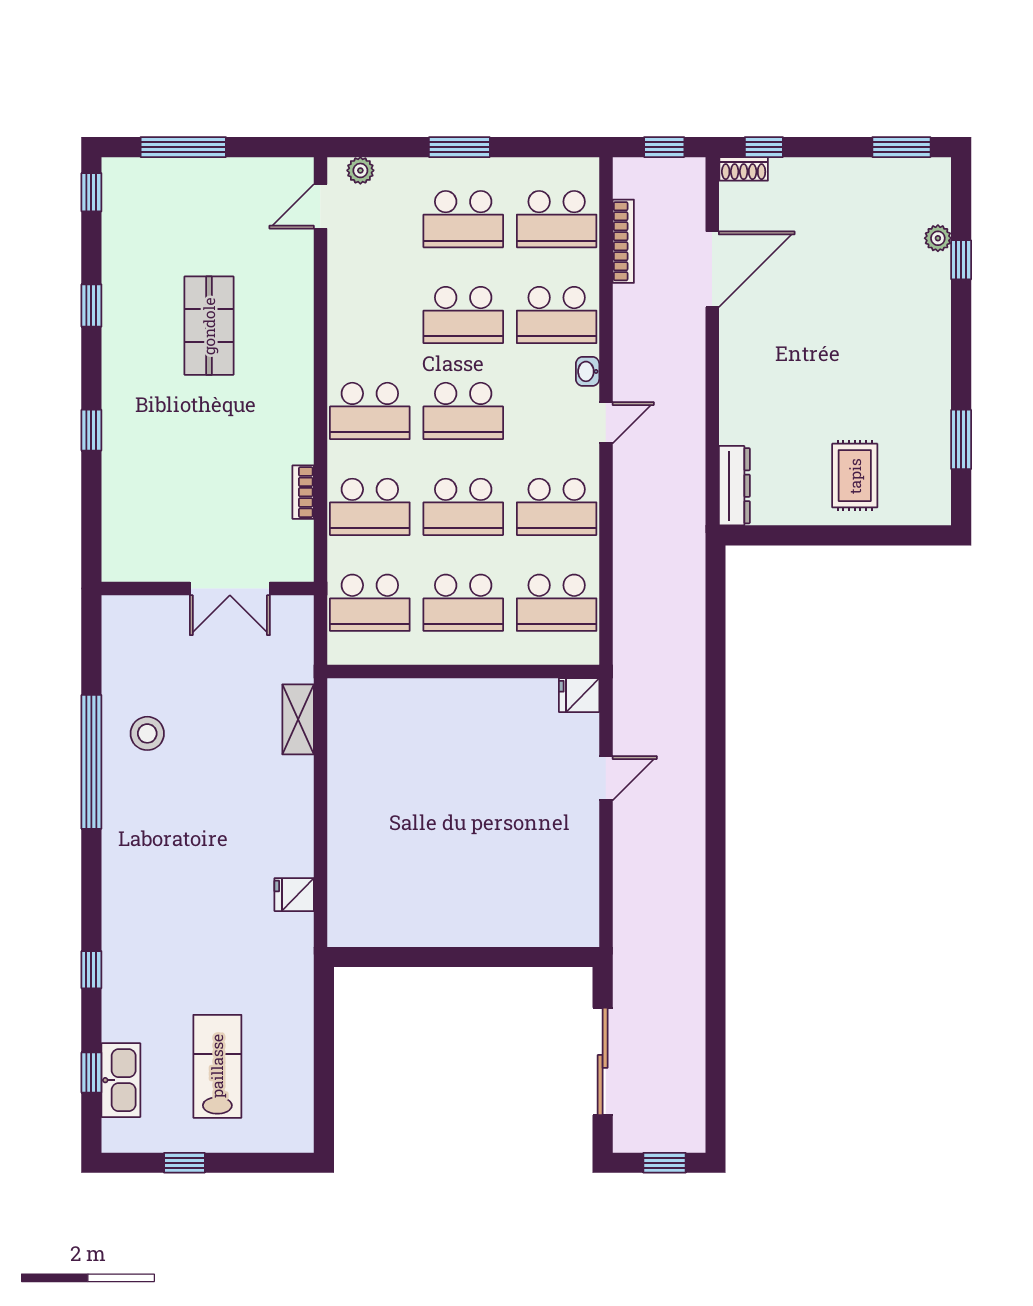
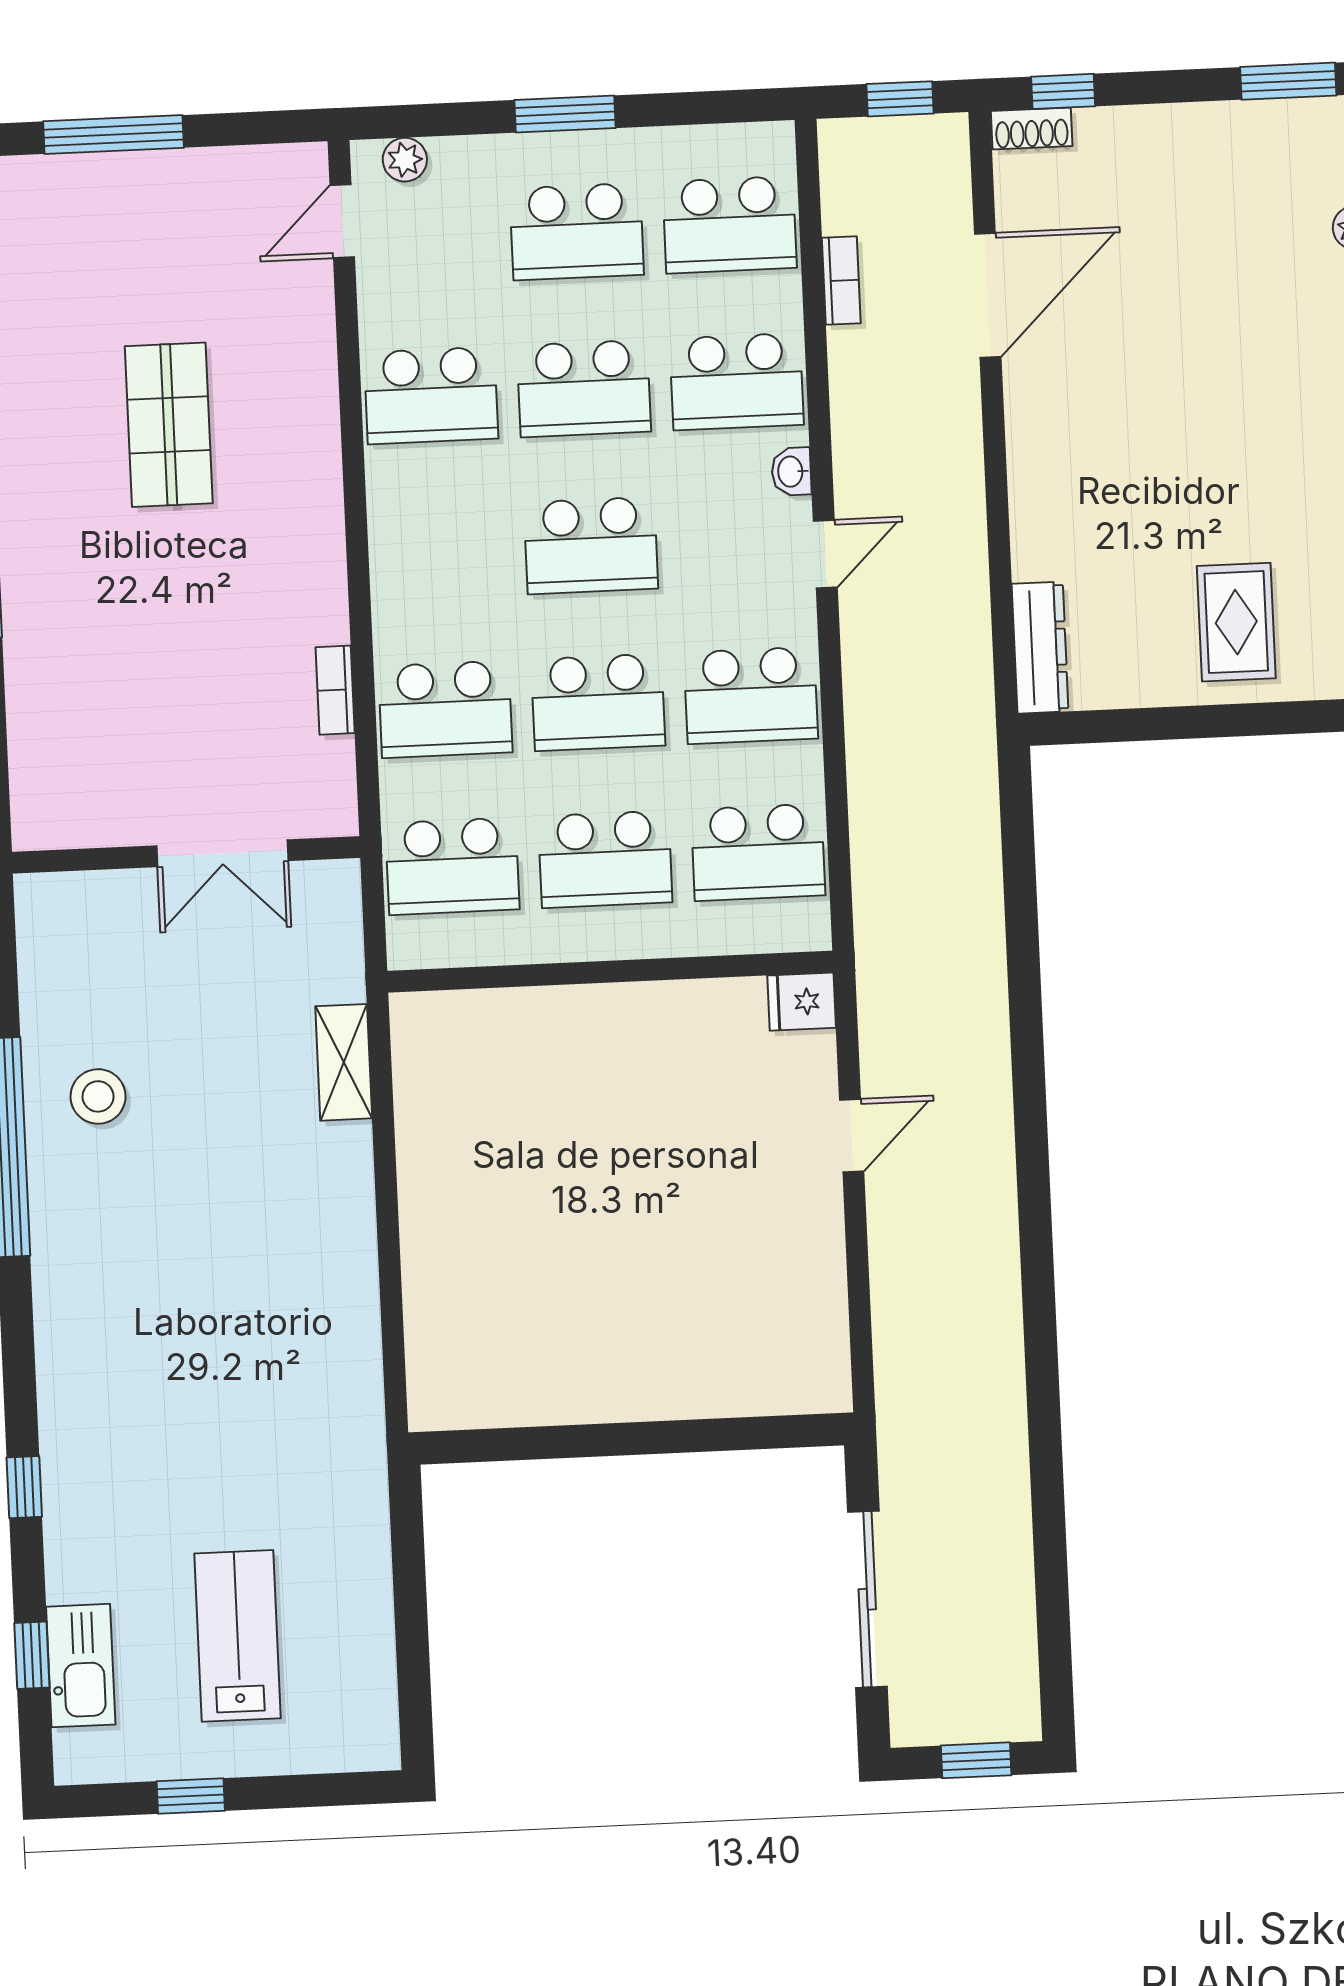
bookcase: (623, 241) -> (841, 280), width x0.64
school desk: (370, 411) -> (431, 395), moved
fridge: (294, 895) -> (350, 1349), removed

